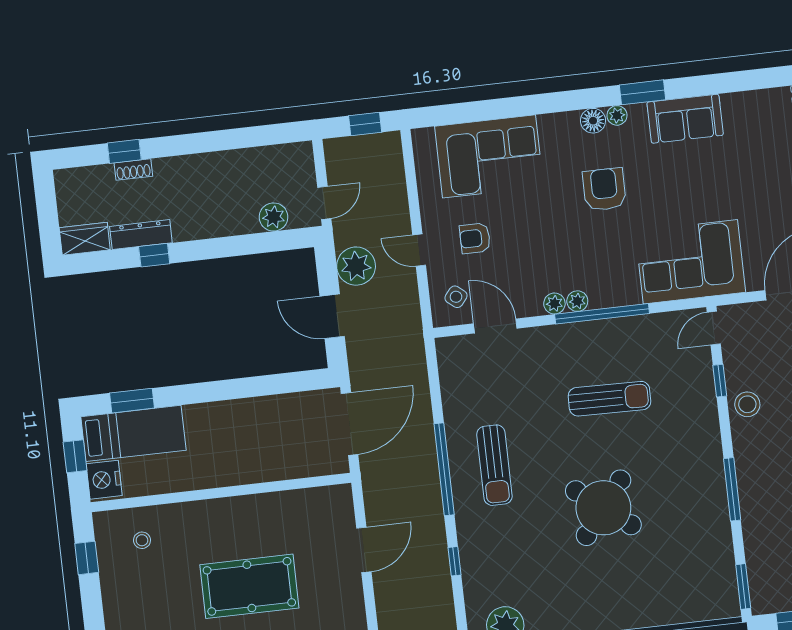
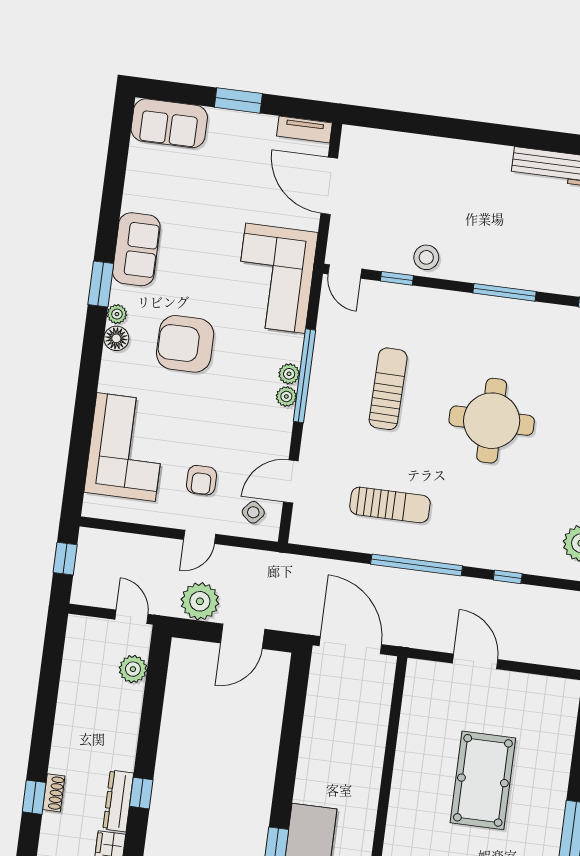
armchair: (604, 189) -> (185, 344), width x1.36, depth x1.36
plant: (554, 303) -> (289, 374), moved
sun lounger: (494, 465) -> (390, 505), moved
round table: (603, 508) -> (492, 421), turned -38

